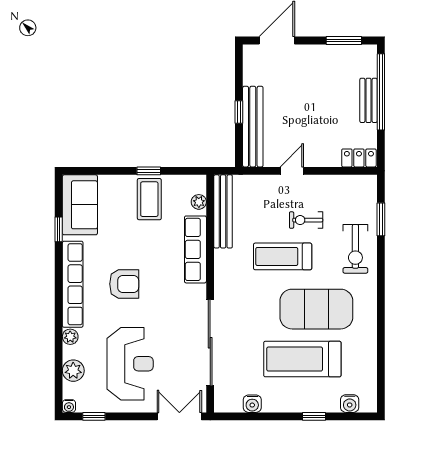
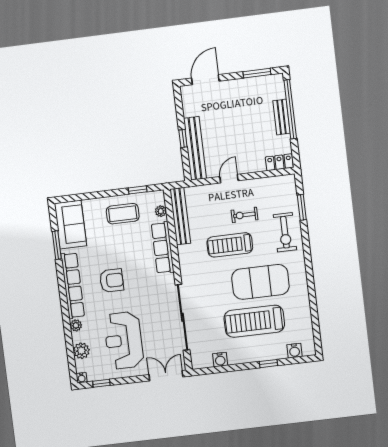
window: (149, 171) -> (138, 190), moved
coffee table: (149, 199) -> (123, 214), turned 90
window: (59, 229) -> (57, 245), width x1.50
reception desk: (130, 364) -> (124, 340), turned 180

